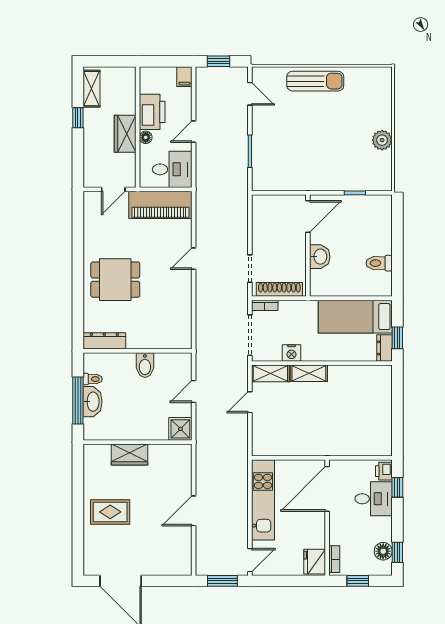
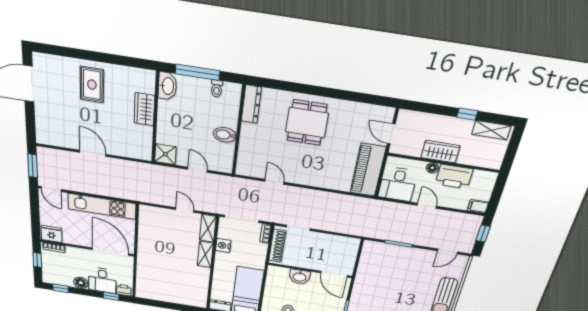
door: (194, 259) -> (274, 182), moved
washbasin: (93, 402) -> (167, 86), moved, turned -90
floor lamp: (383, 551) -> (81, 283), moved

